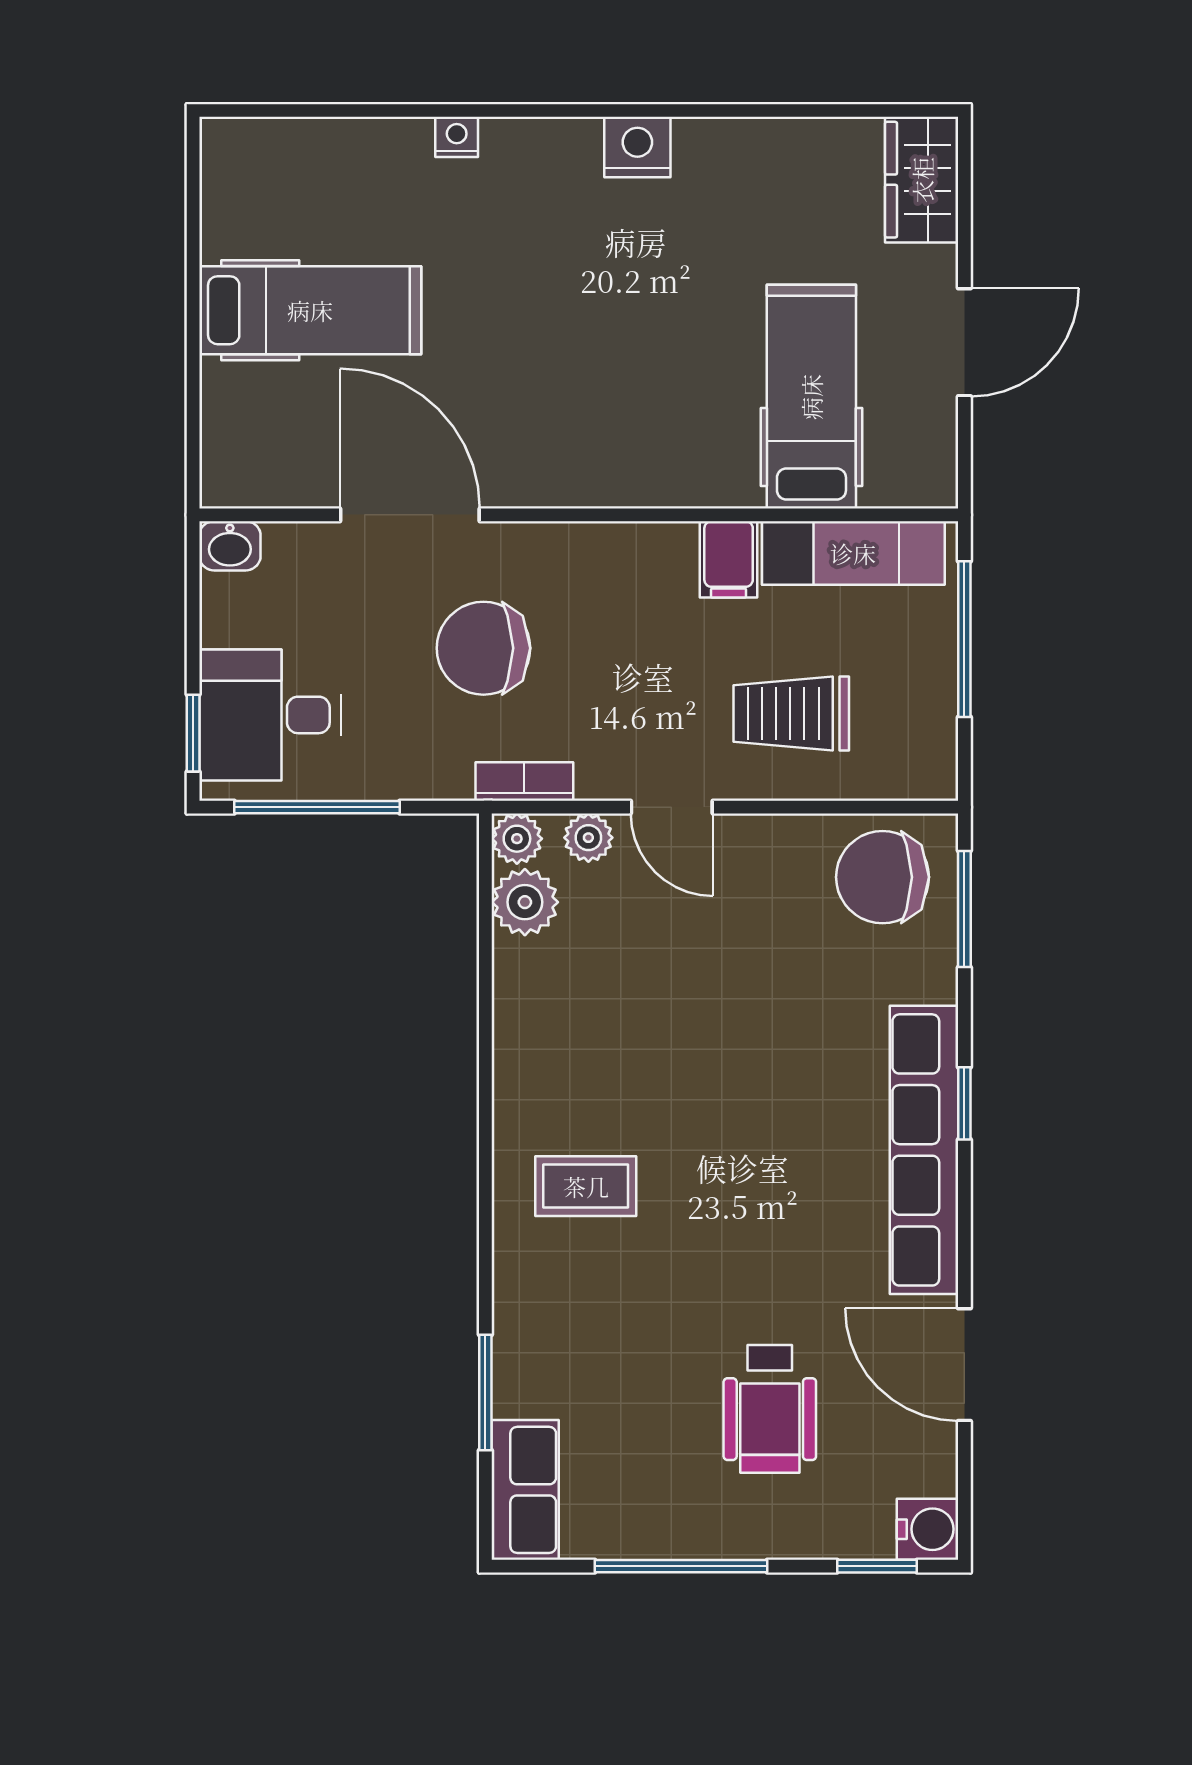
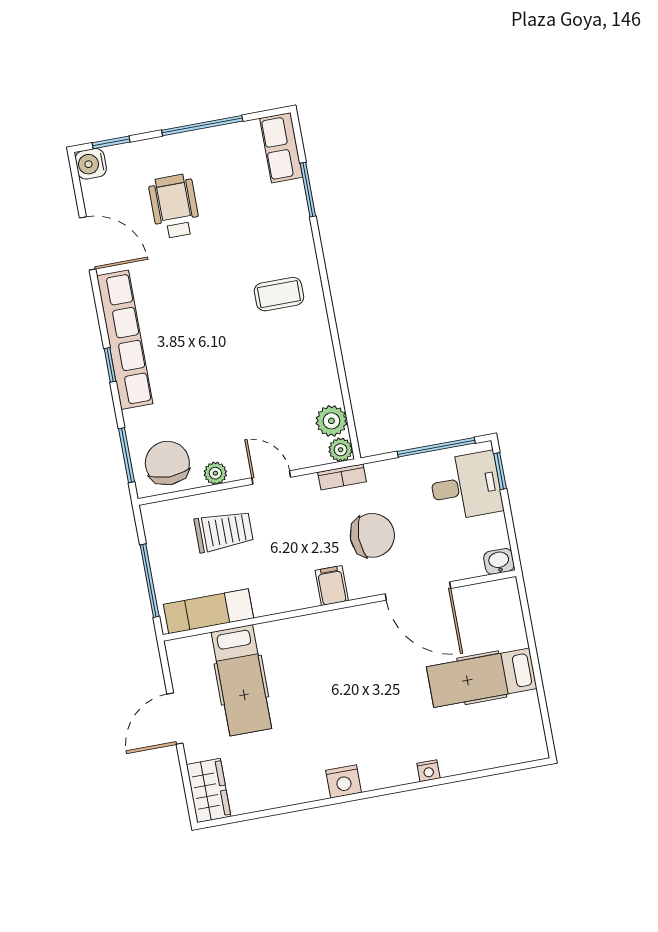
filing cabinet: (729, 559) -> (332, 586), moved
plant: (588, 838) -> (215, 473), moved
chair: (882, 877) -> (167, 463), turned -90

